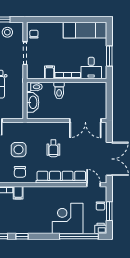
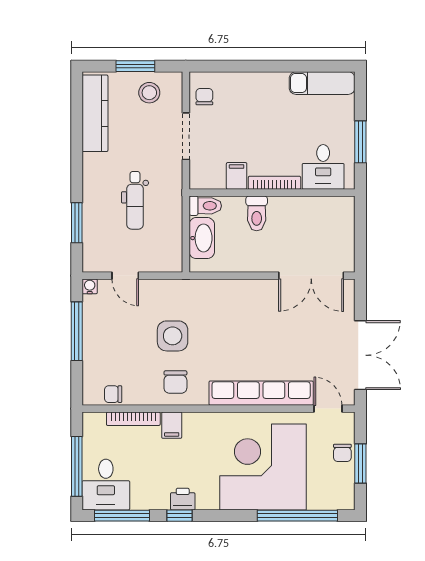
exam couch: (85, 30) -> (322, 83), width x0.73, depth x0.69
wheelchair: (53, 148) -> (245, 333), removed
corner desk: (68, 218) -> (263, 467), width x1.36, depth x1.36
printer: (101, 228) -> (183, 499), moved

